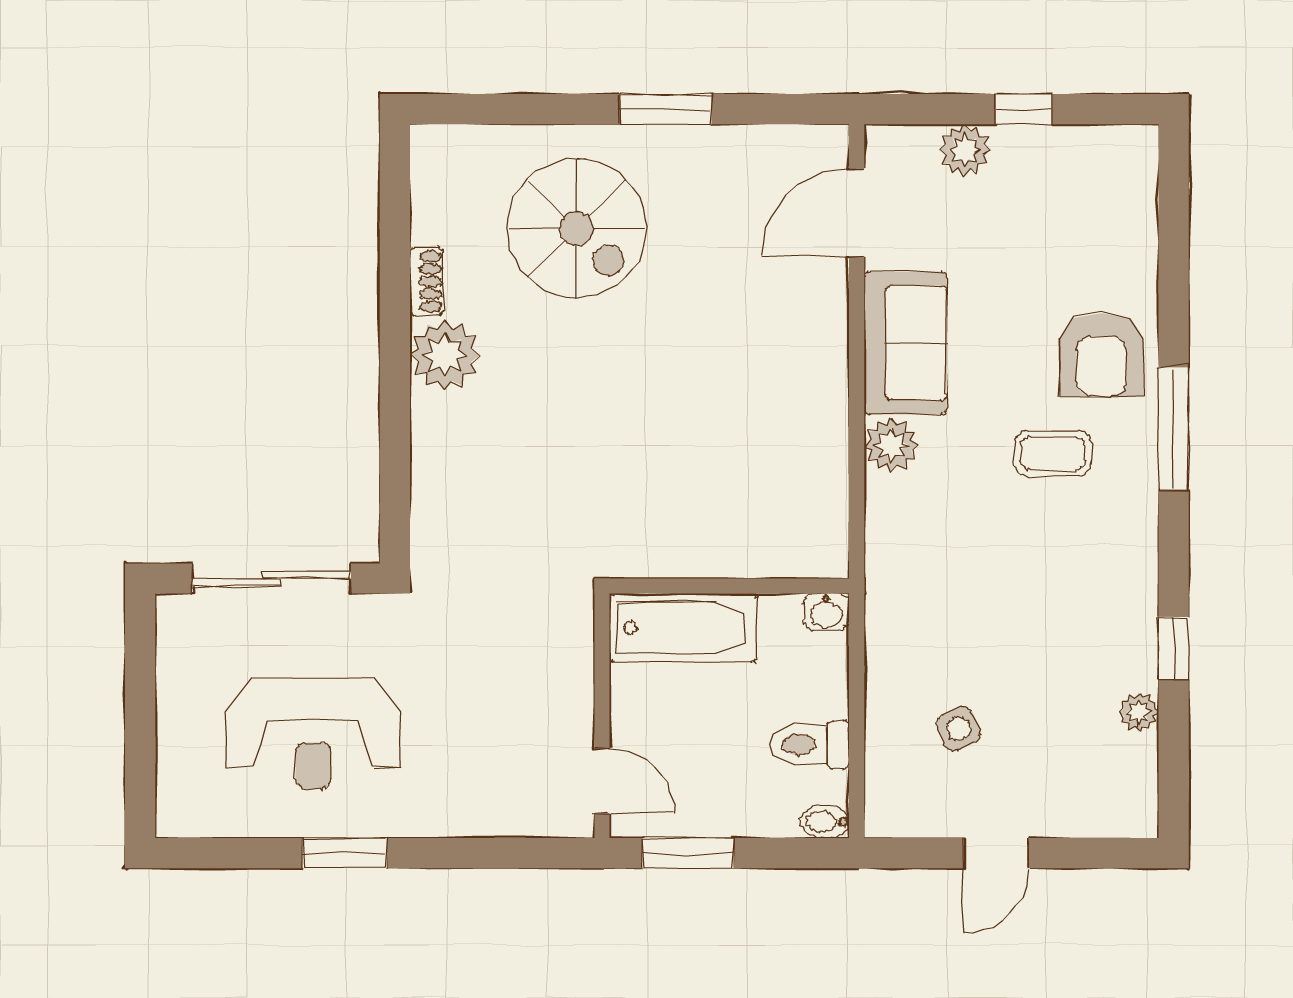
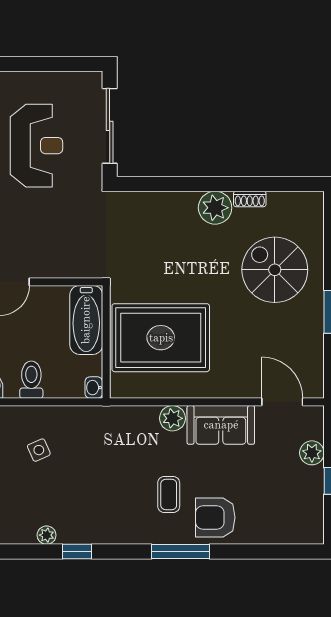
spiral stairs: (577, 229) -> (275, 270), turned 90
rug: (720, 470) -> (161, 338), added
reception desk: (313, 734) -> (36, 146), turned 180

